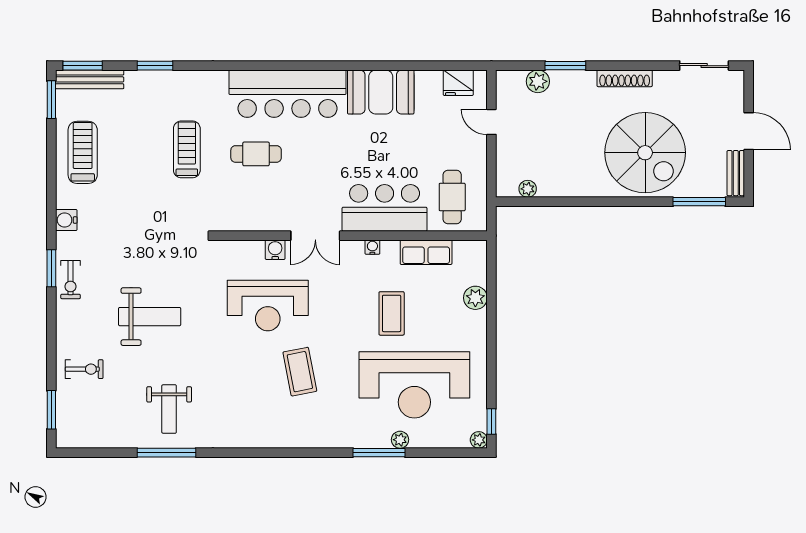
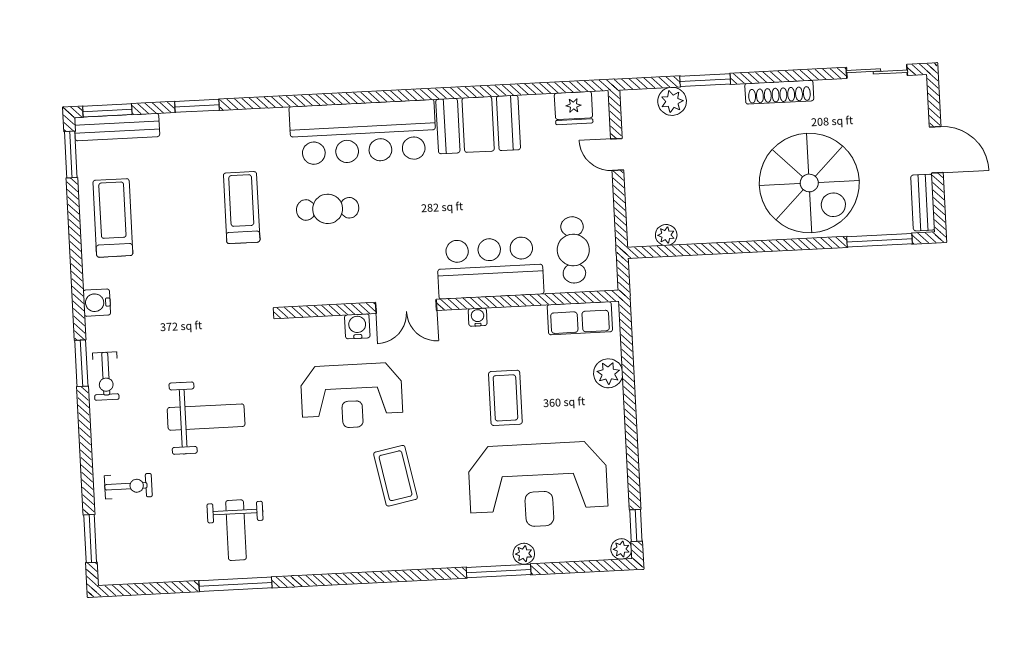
row of seats: (426, 252) -> (580, 318), moved

